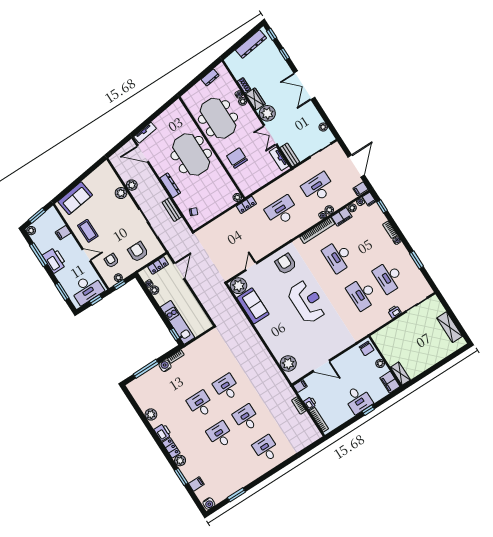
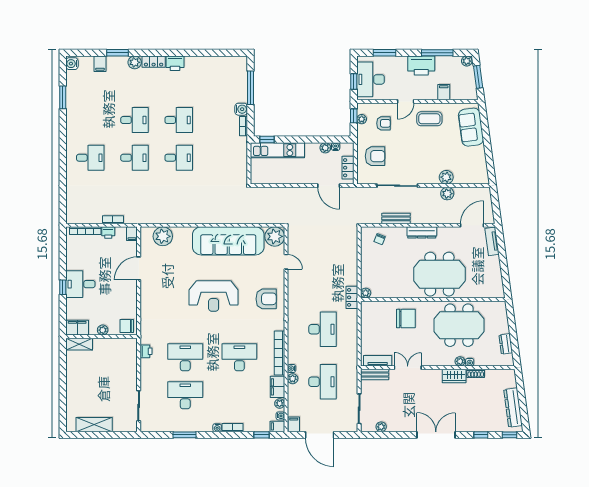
plant: (267, 113) -> (432, 379), removed
sofa: (253, 306) -> (228, 241), width x1.85, depth x1.27
printer: (394, 312) -> (146, 351), moved
plant: (151, 414) -> (201, 63), removed

